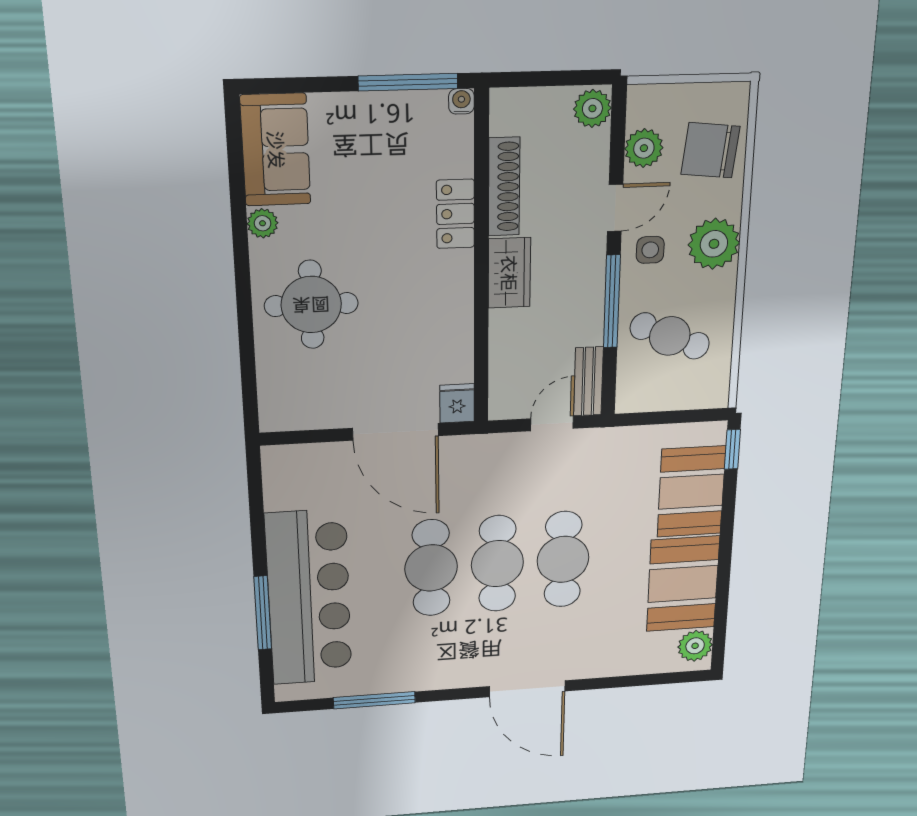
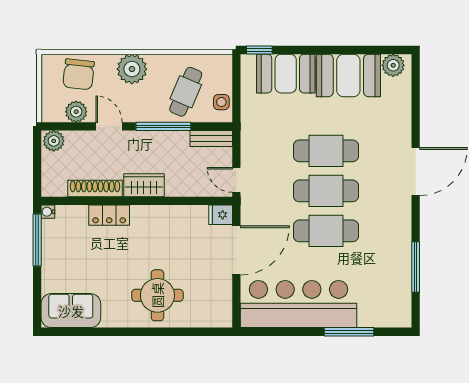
plant: (263, 223) -> (110, 319), removed
side table: (650, 250) -> (221, 102), moved
door: (552, 424) -> (236, 180), moved
bar counter: (309, 598) -> (298, 304), moved

